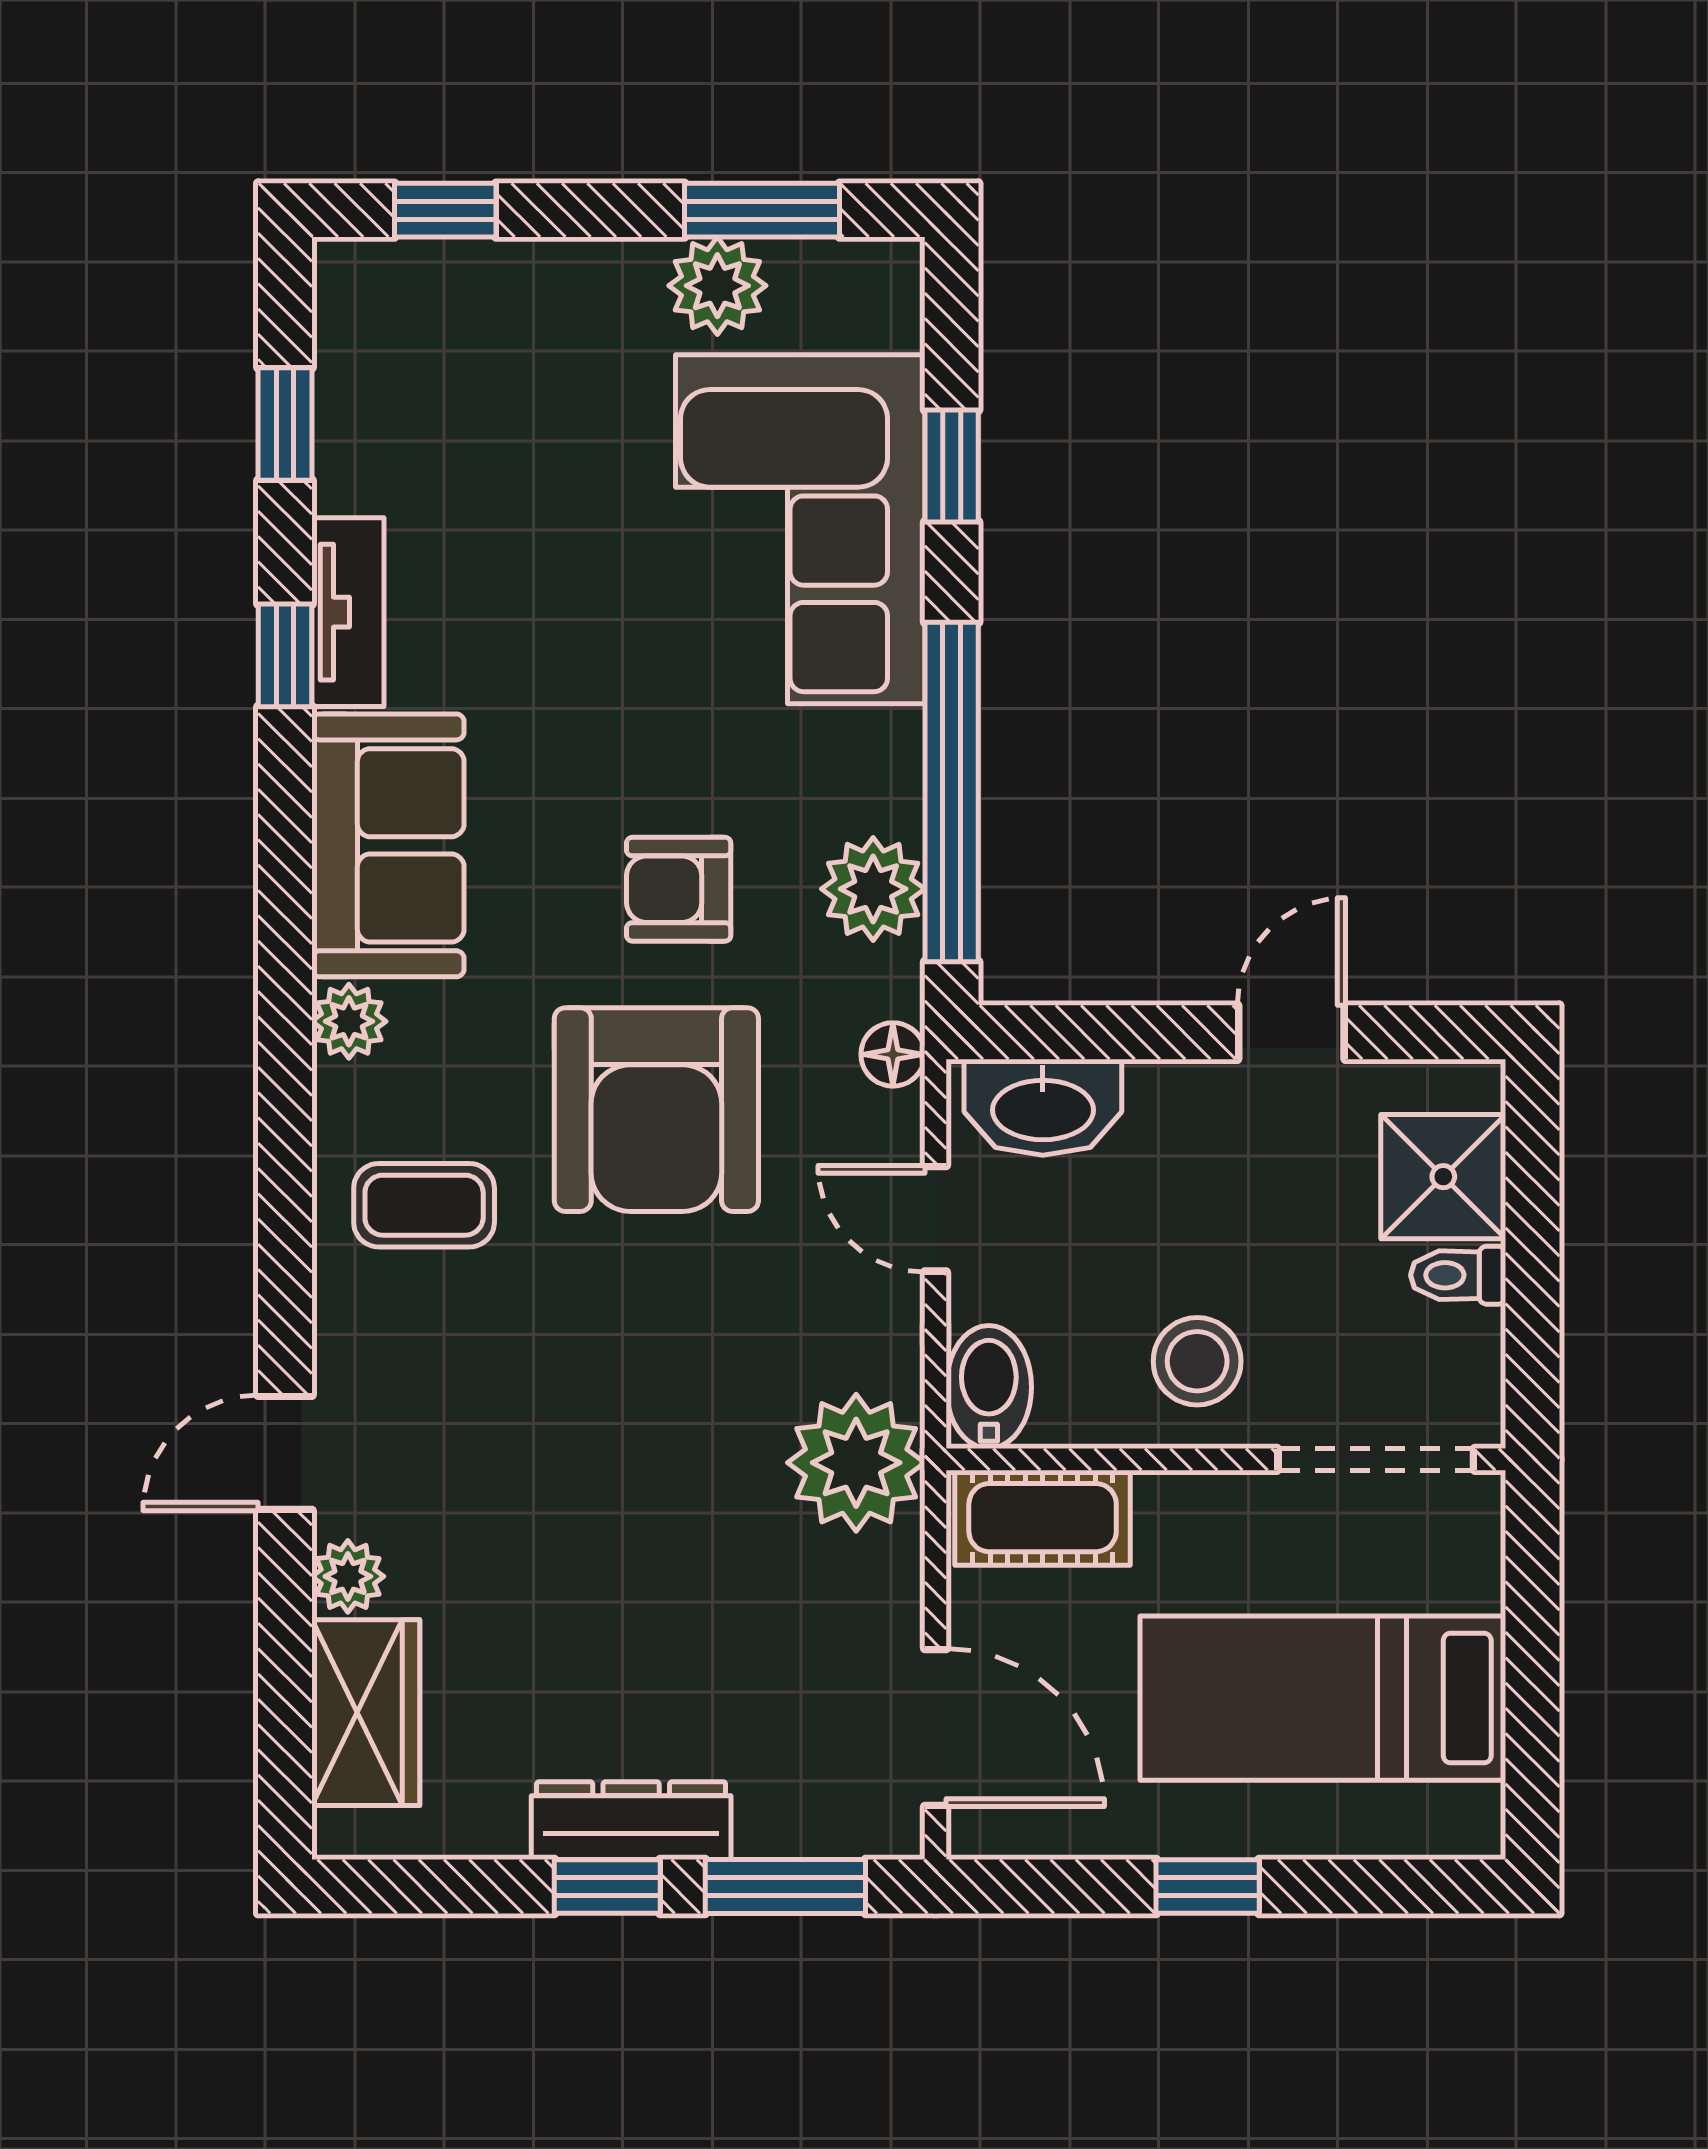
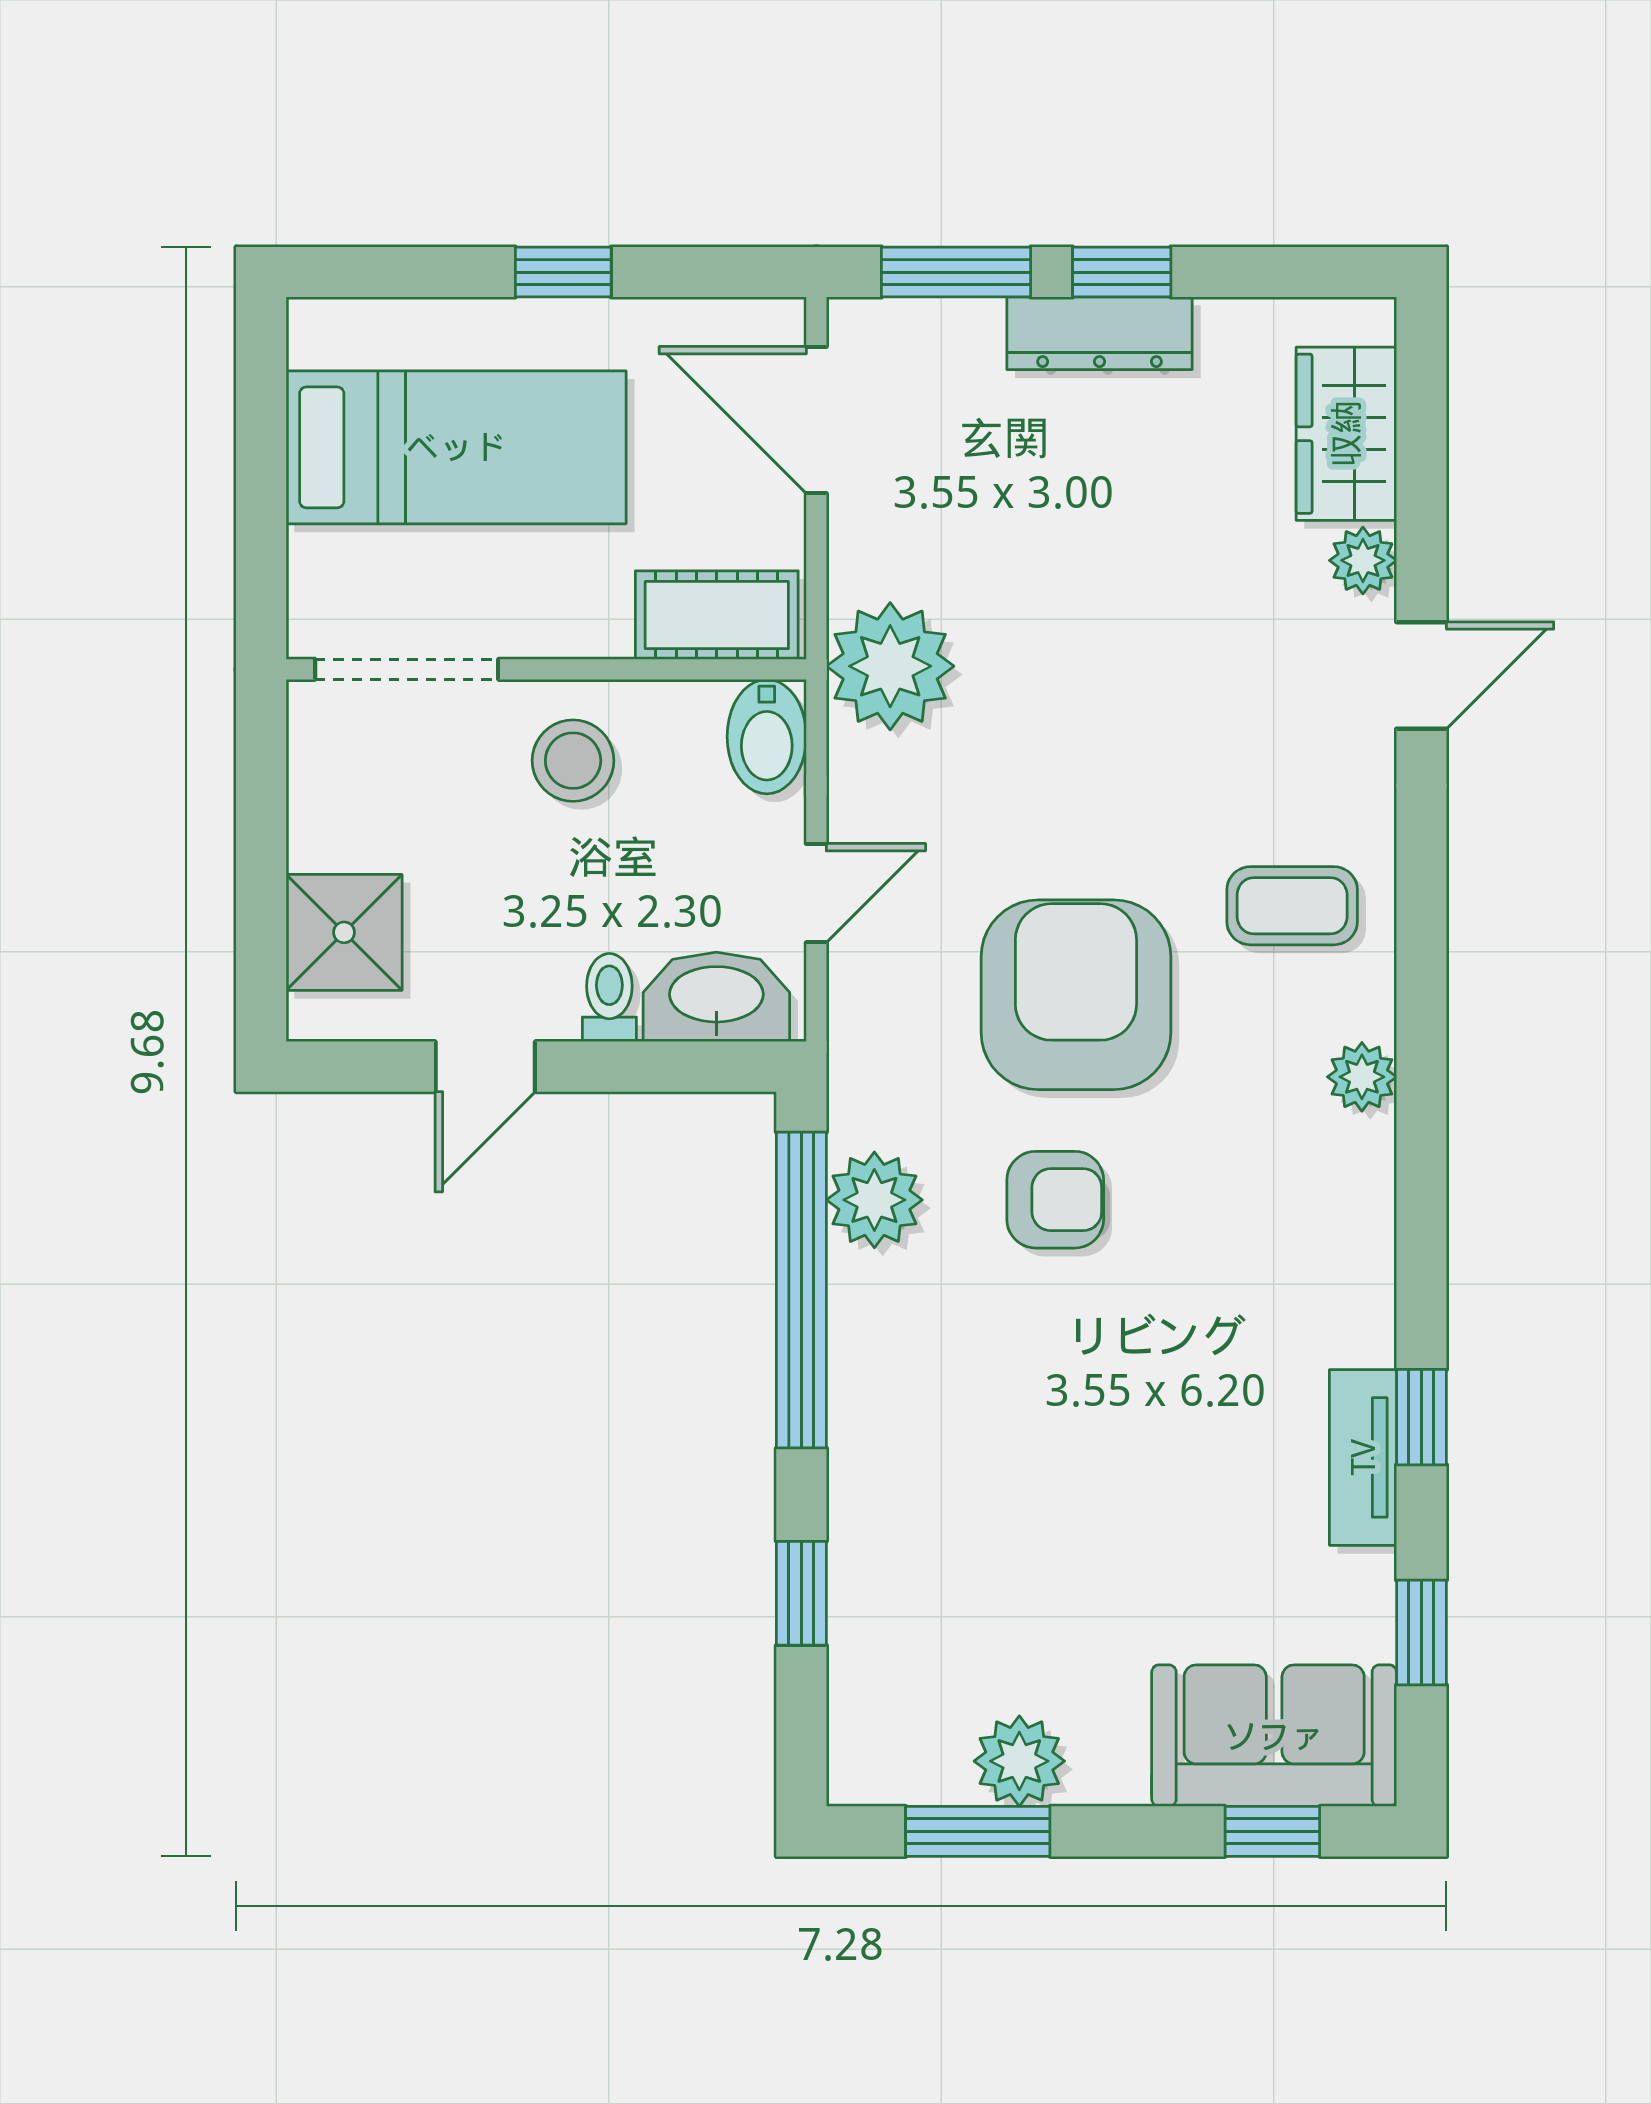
corner sofa: (800, 529) -> (942, 1535), removed
sofa: (388, 845) -> (1274, 1736), moved, turned 90
floor lamp: (893, 1054) -> (856, 1046), removed
door: (936, 1219) -> (816, 893), hinge flipped
toilet: (1458, 1275) -> (609, 998), moved, turned -90

